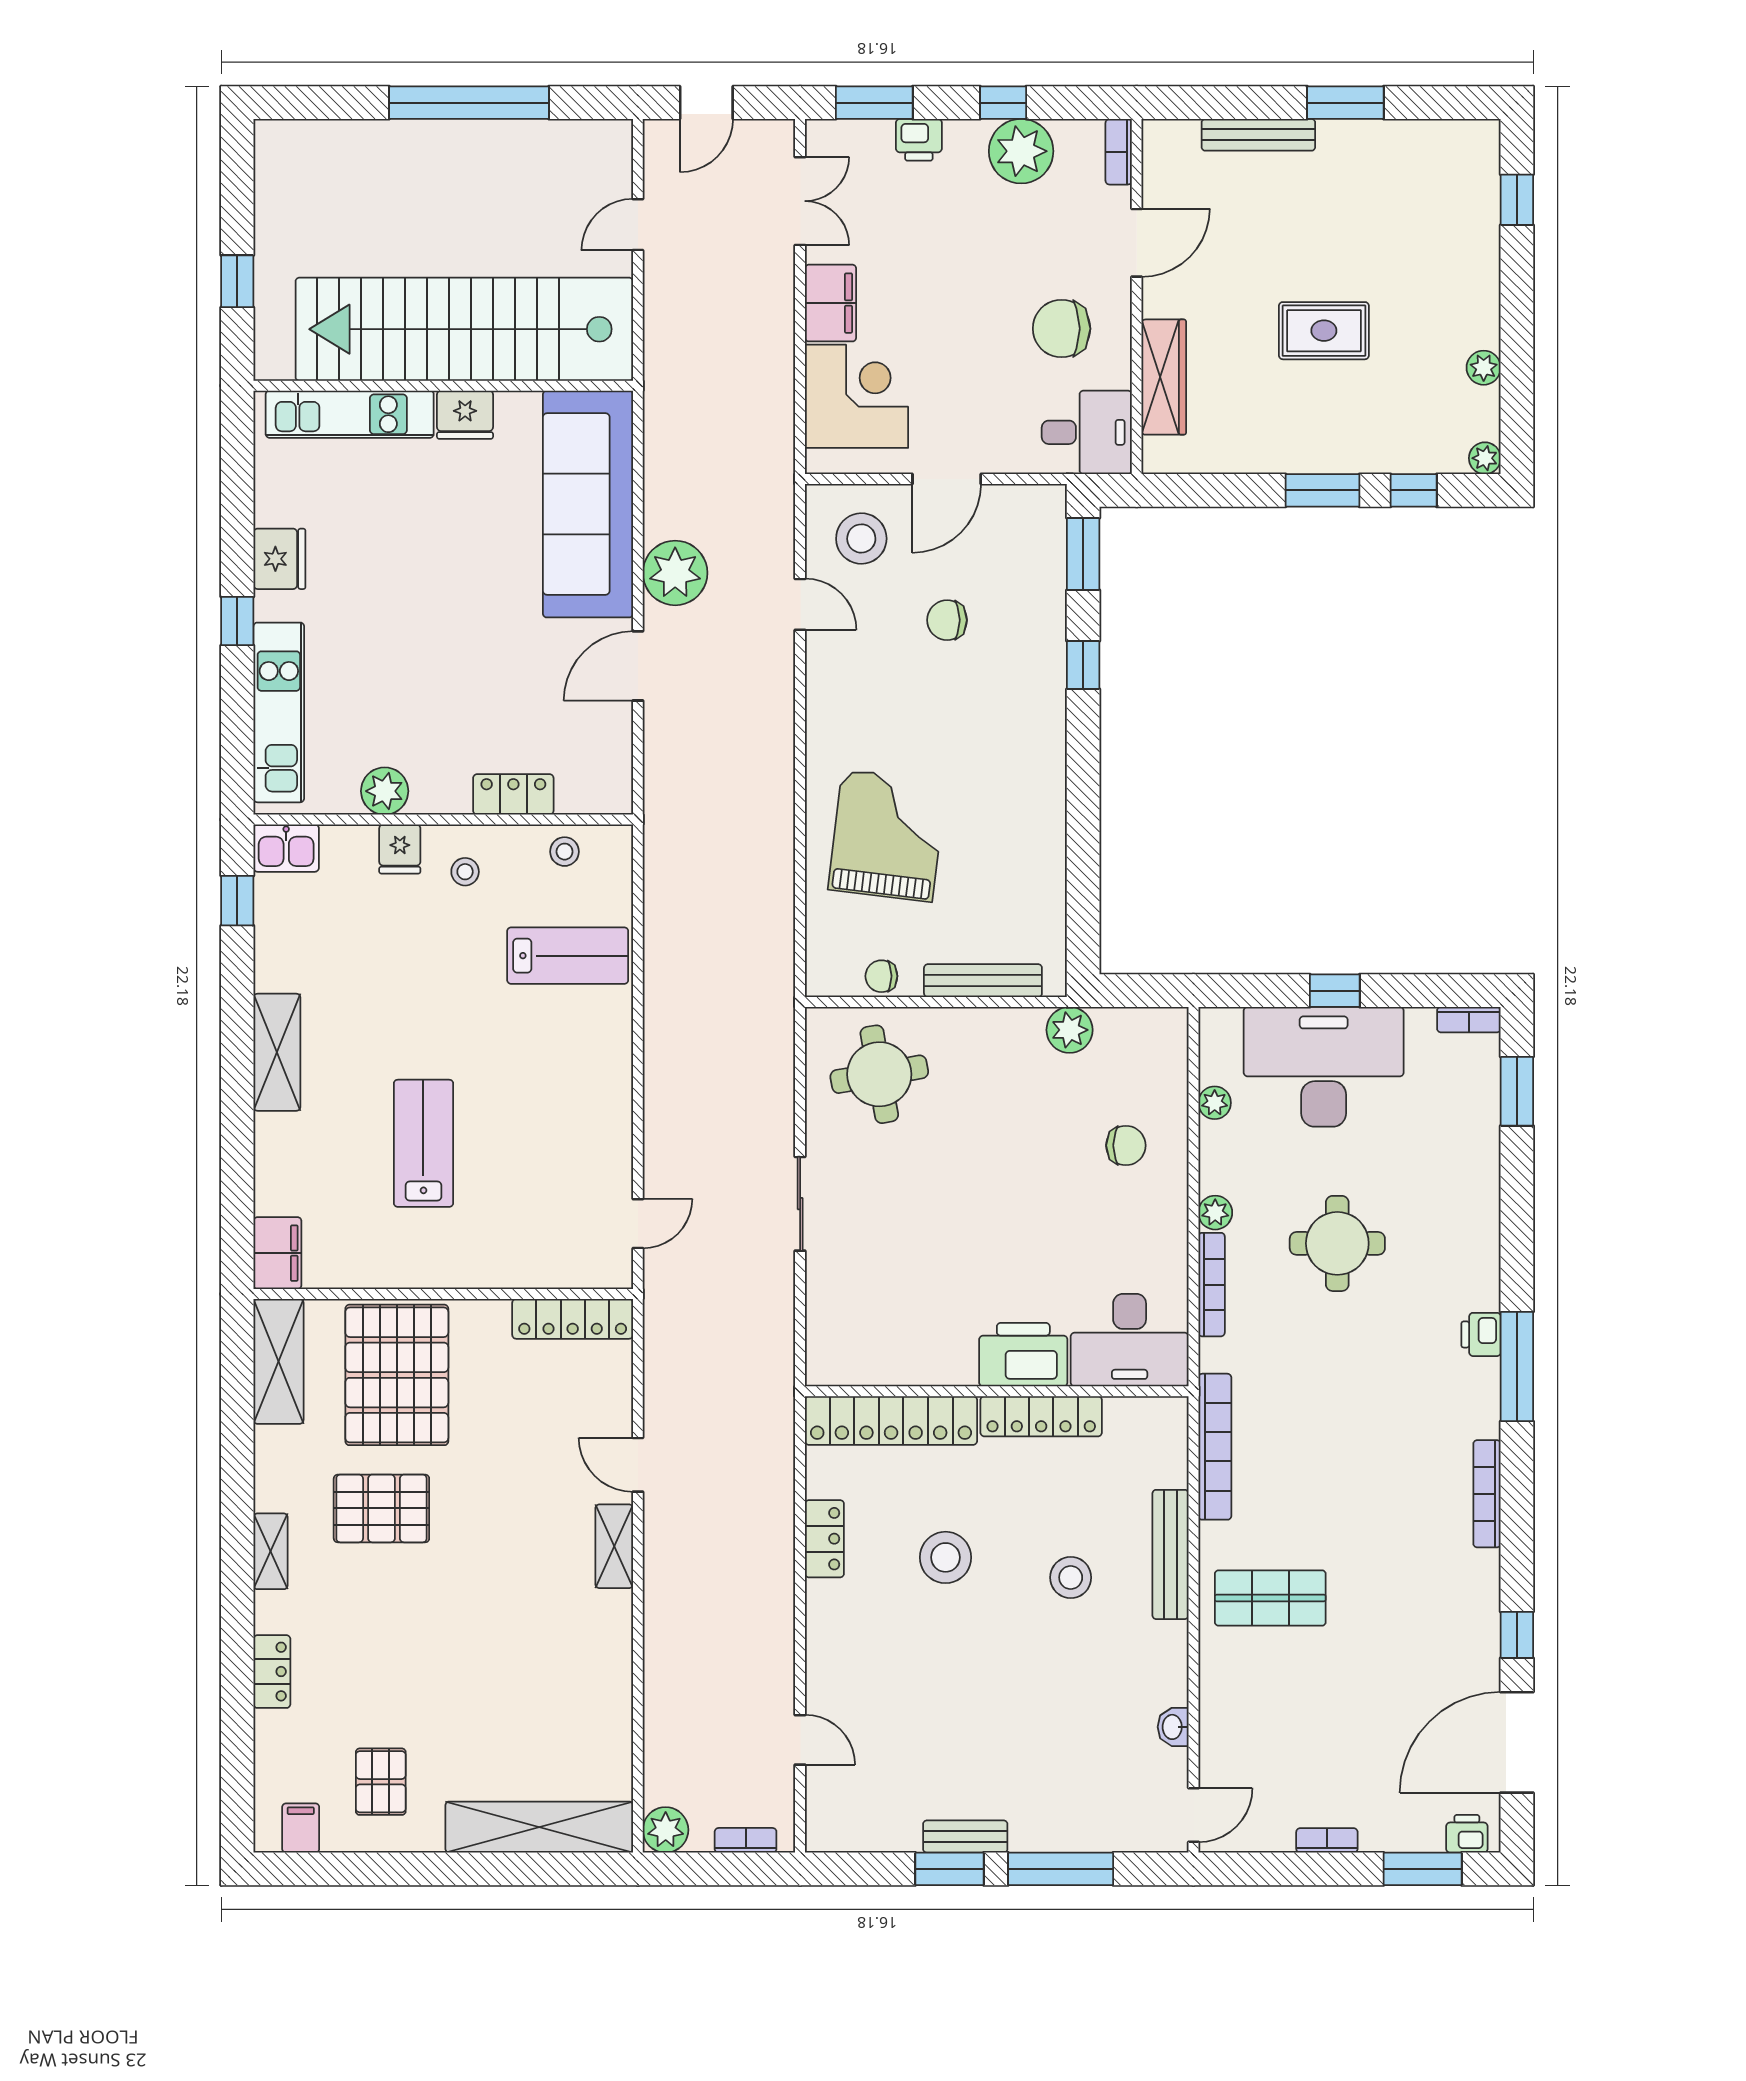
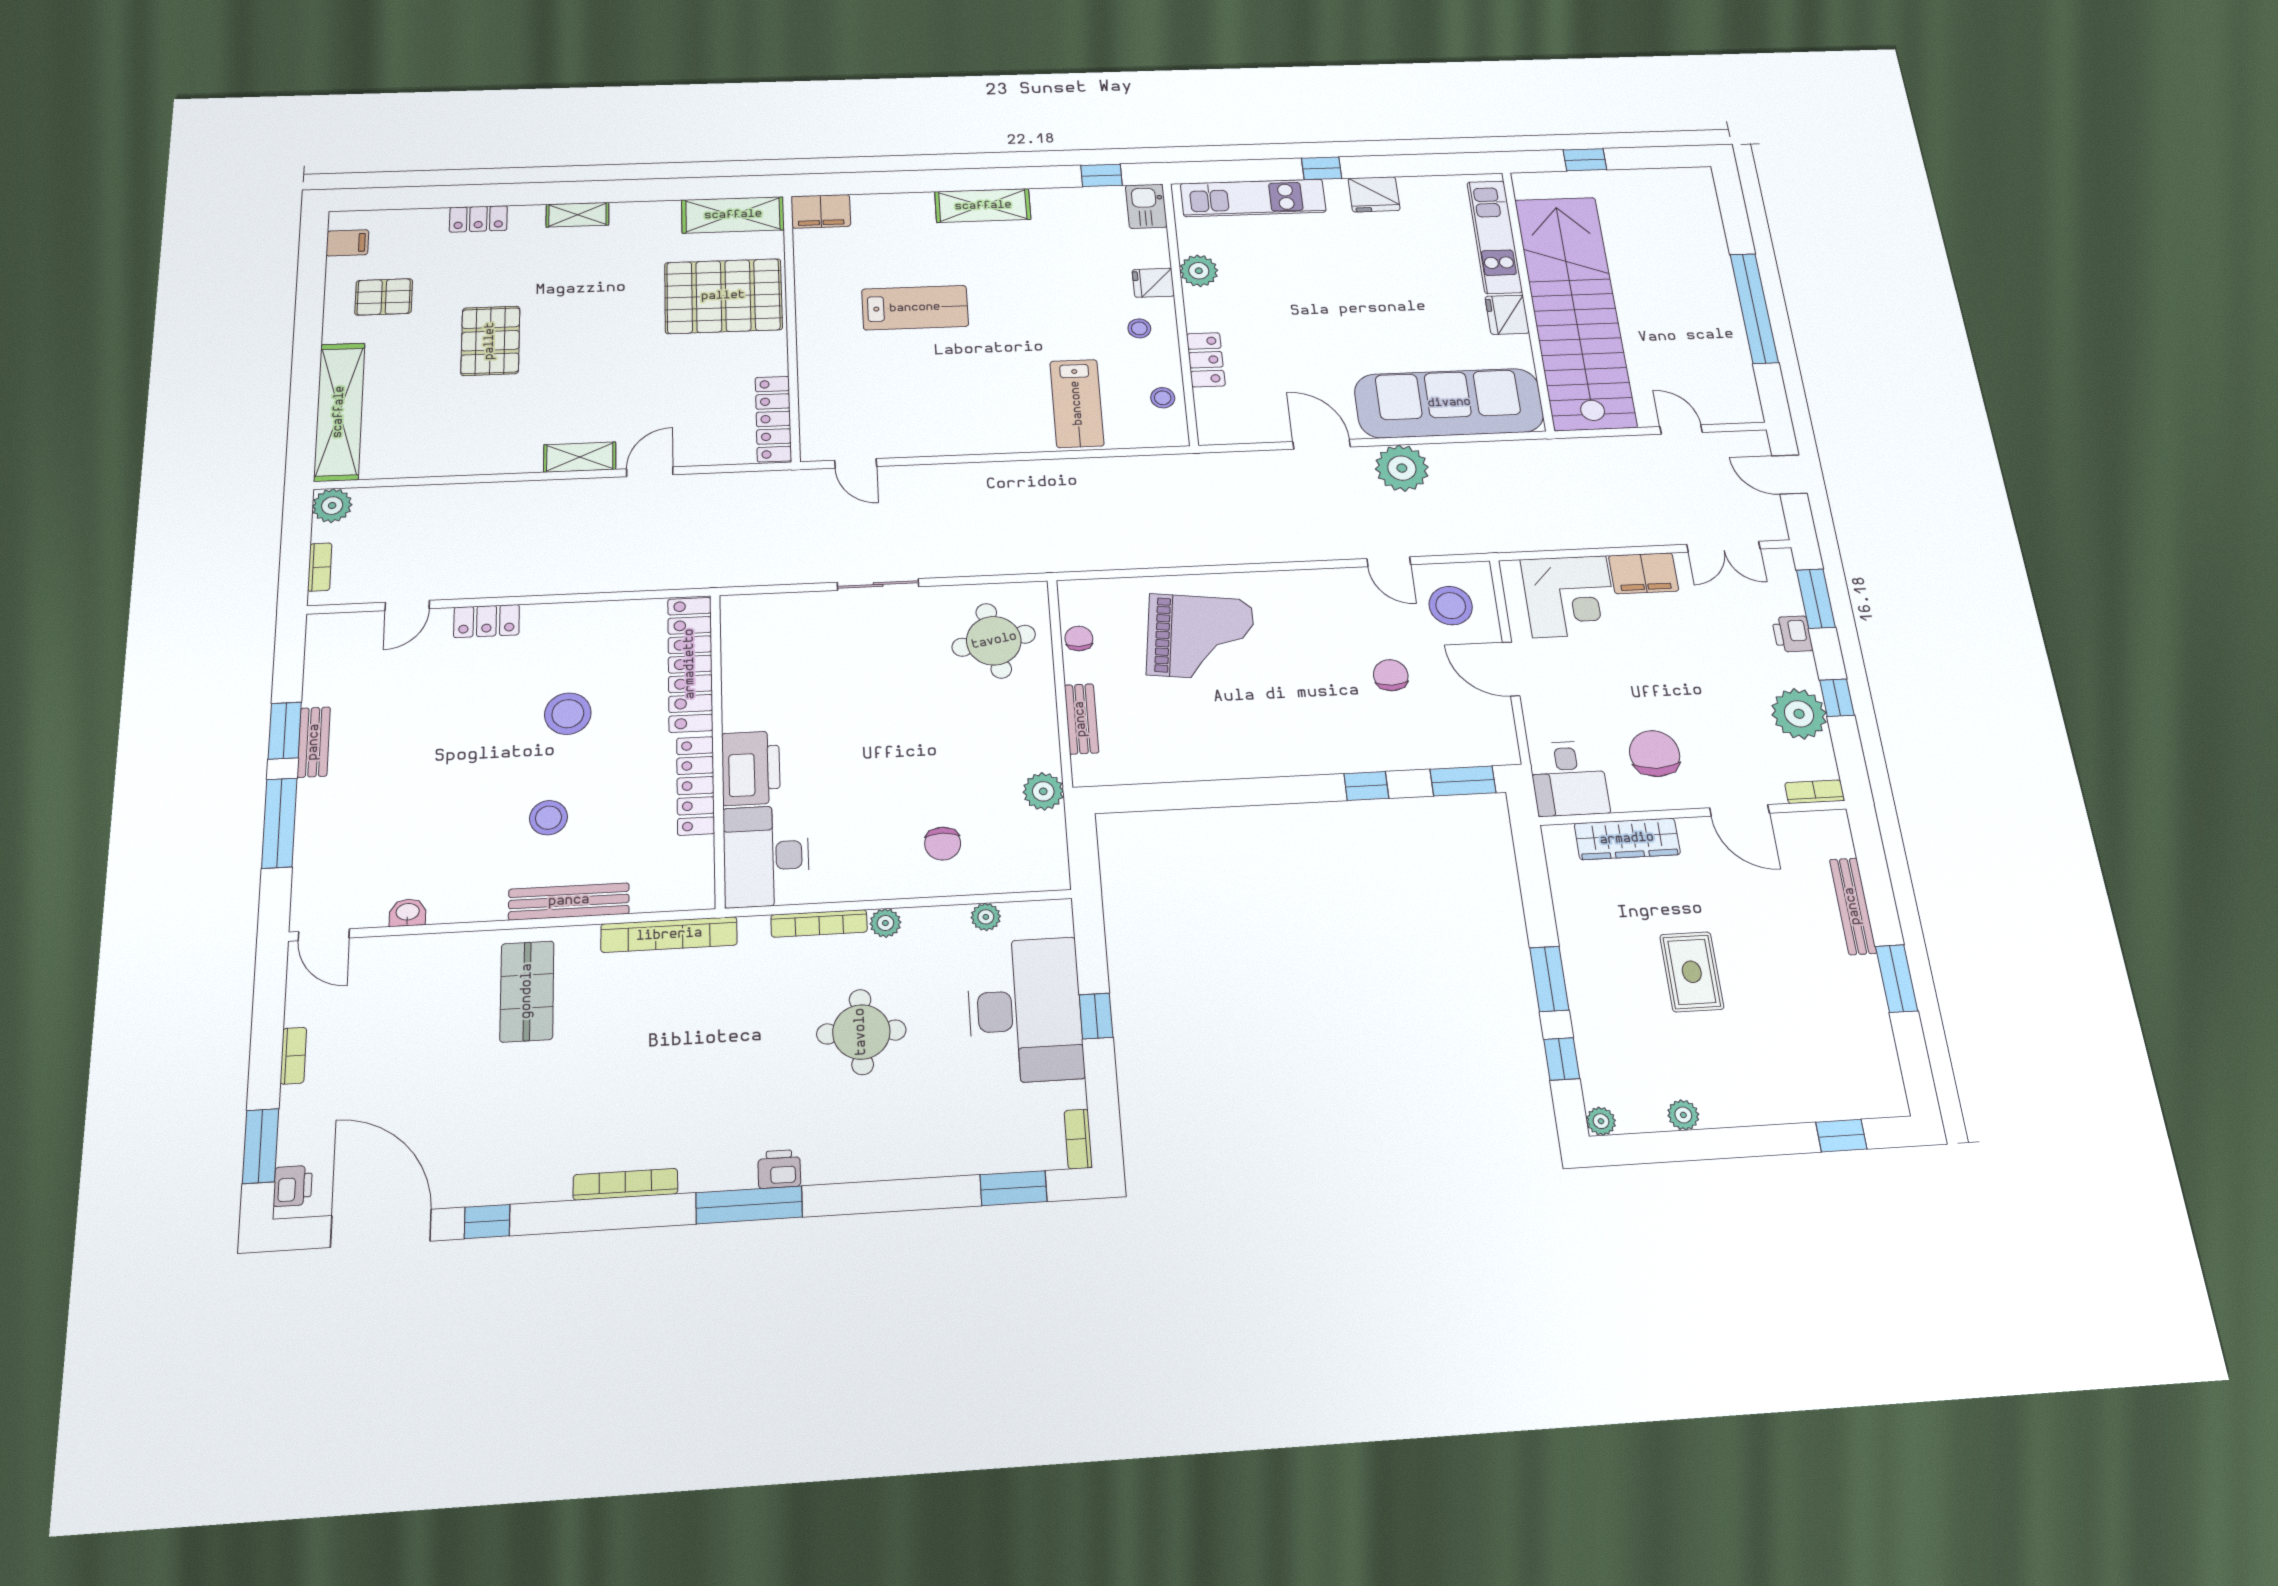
door: (800, 604) -> (1389, 562), hinge flipped
bench: (983, 981) -> (1081, 719), width x0.73
pallet: (381, 1508) -> (490, 341), moved
locker: (824, 1539) -> (487, 621), moved

